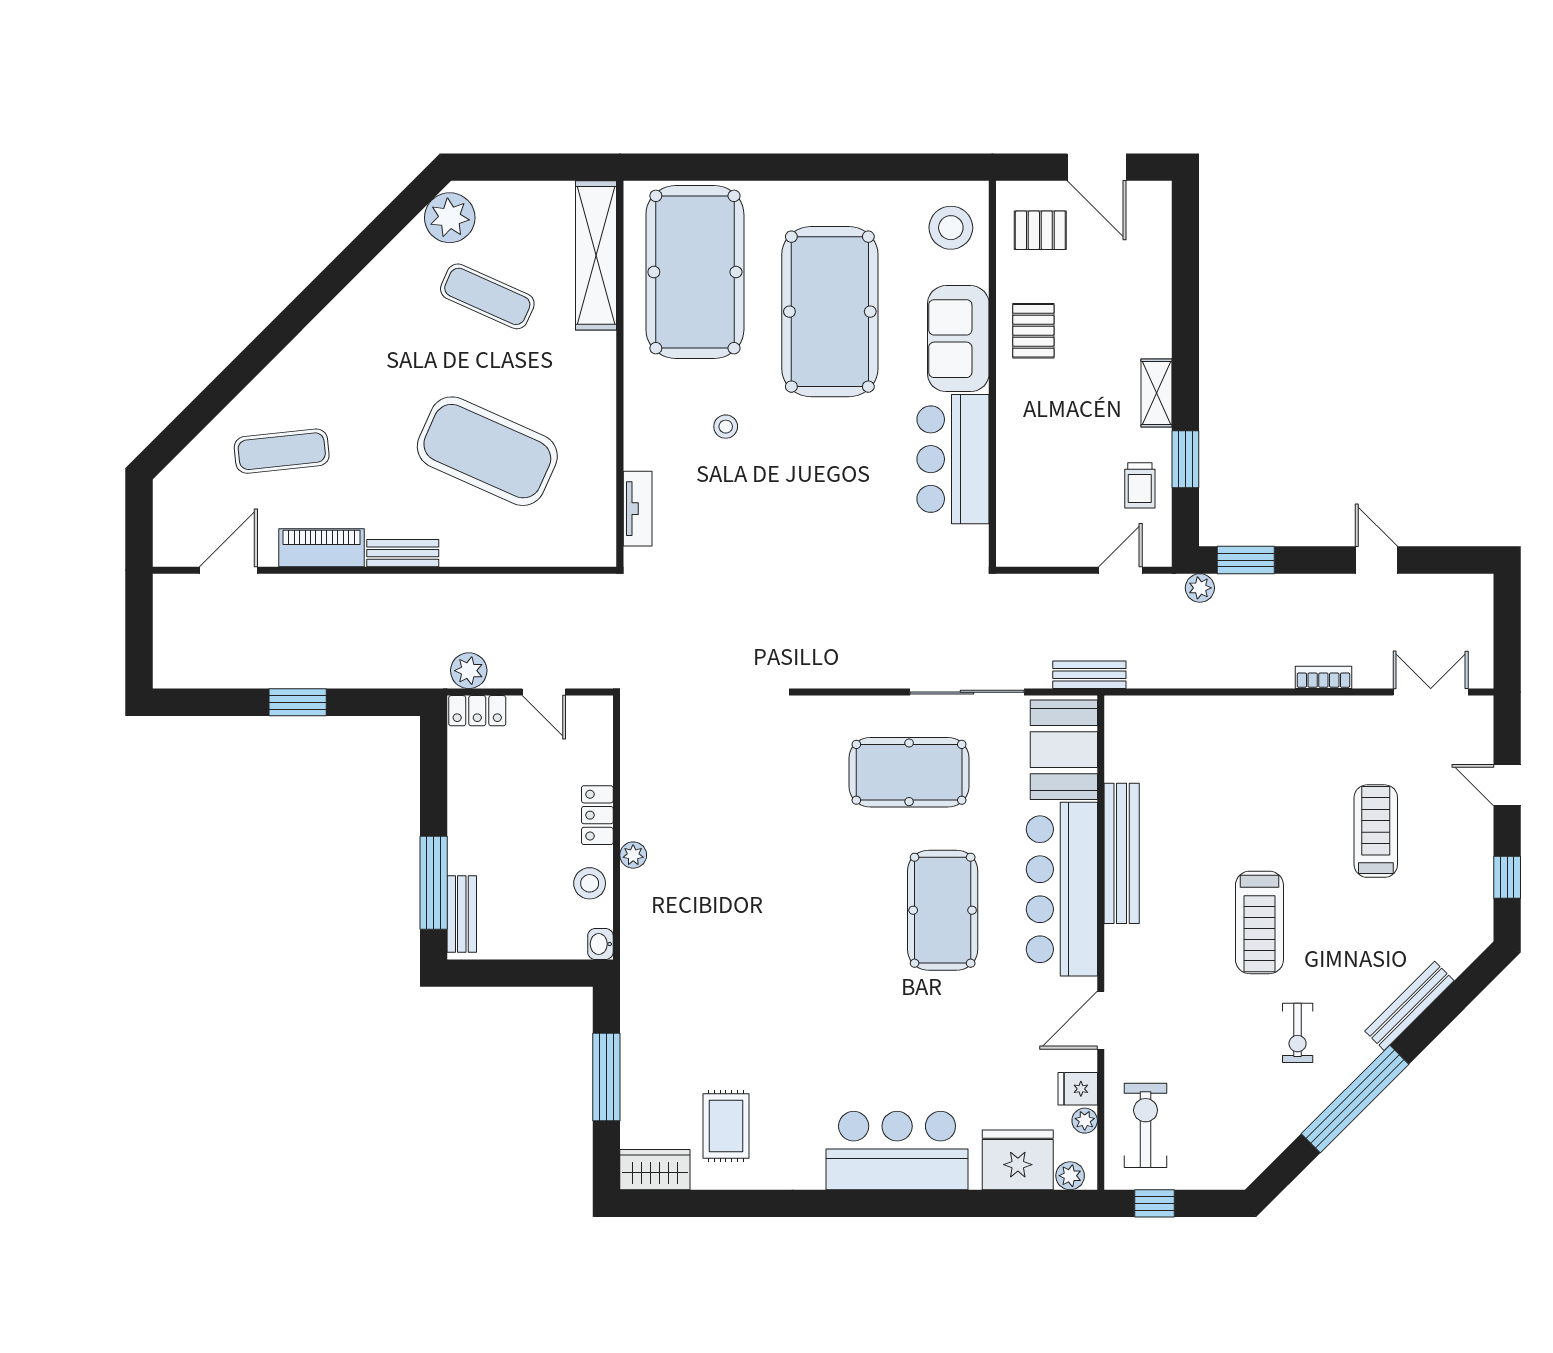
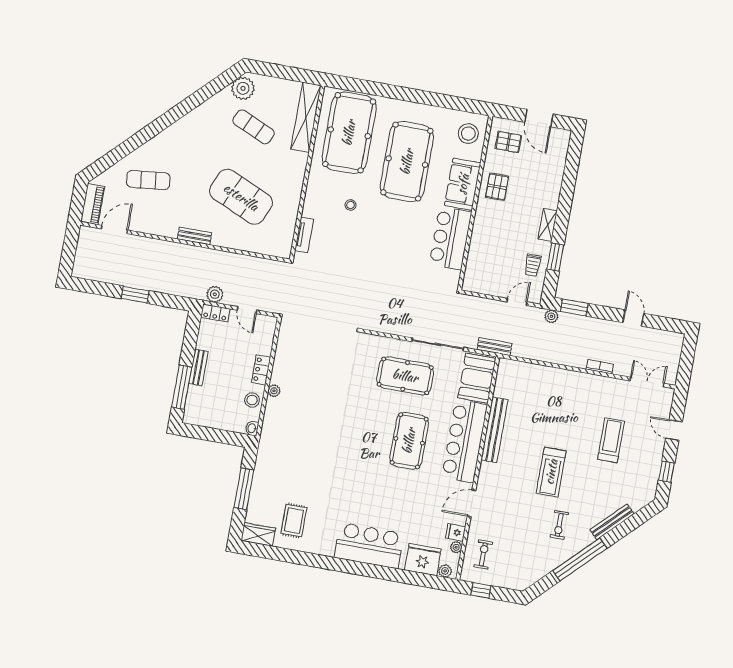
piano: (321, 548) -> (93, 204), moved, turned 90
bench: (462, 914) -> (198, 367), moved
exercise bike: (1146, 1125) -> (483, 554), width x0.73, depth x0.72

